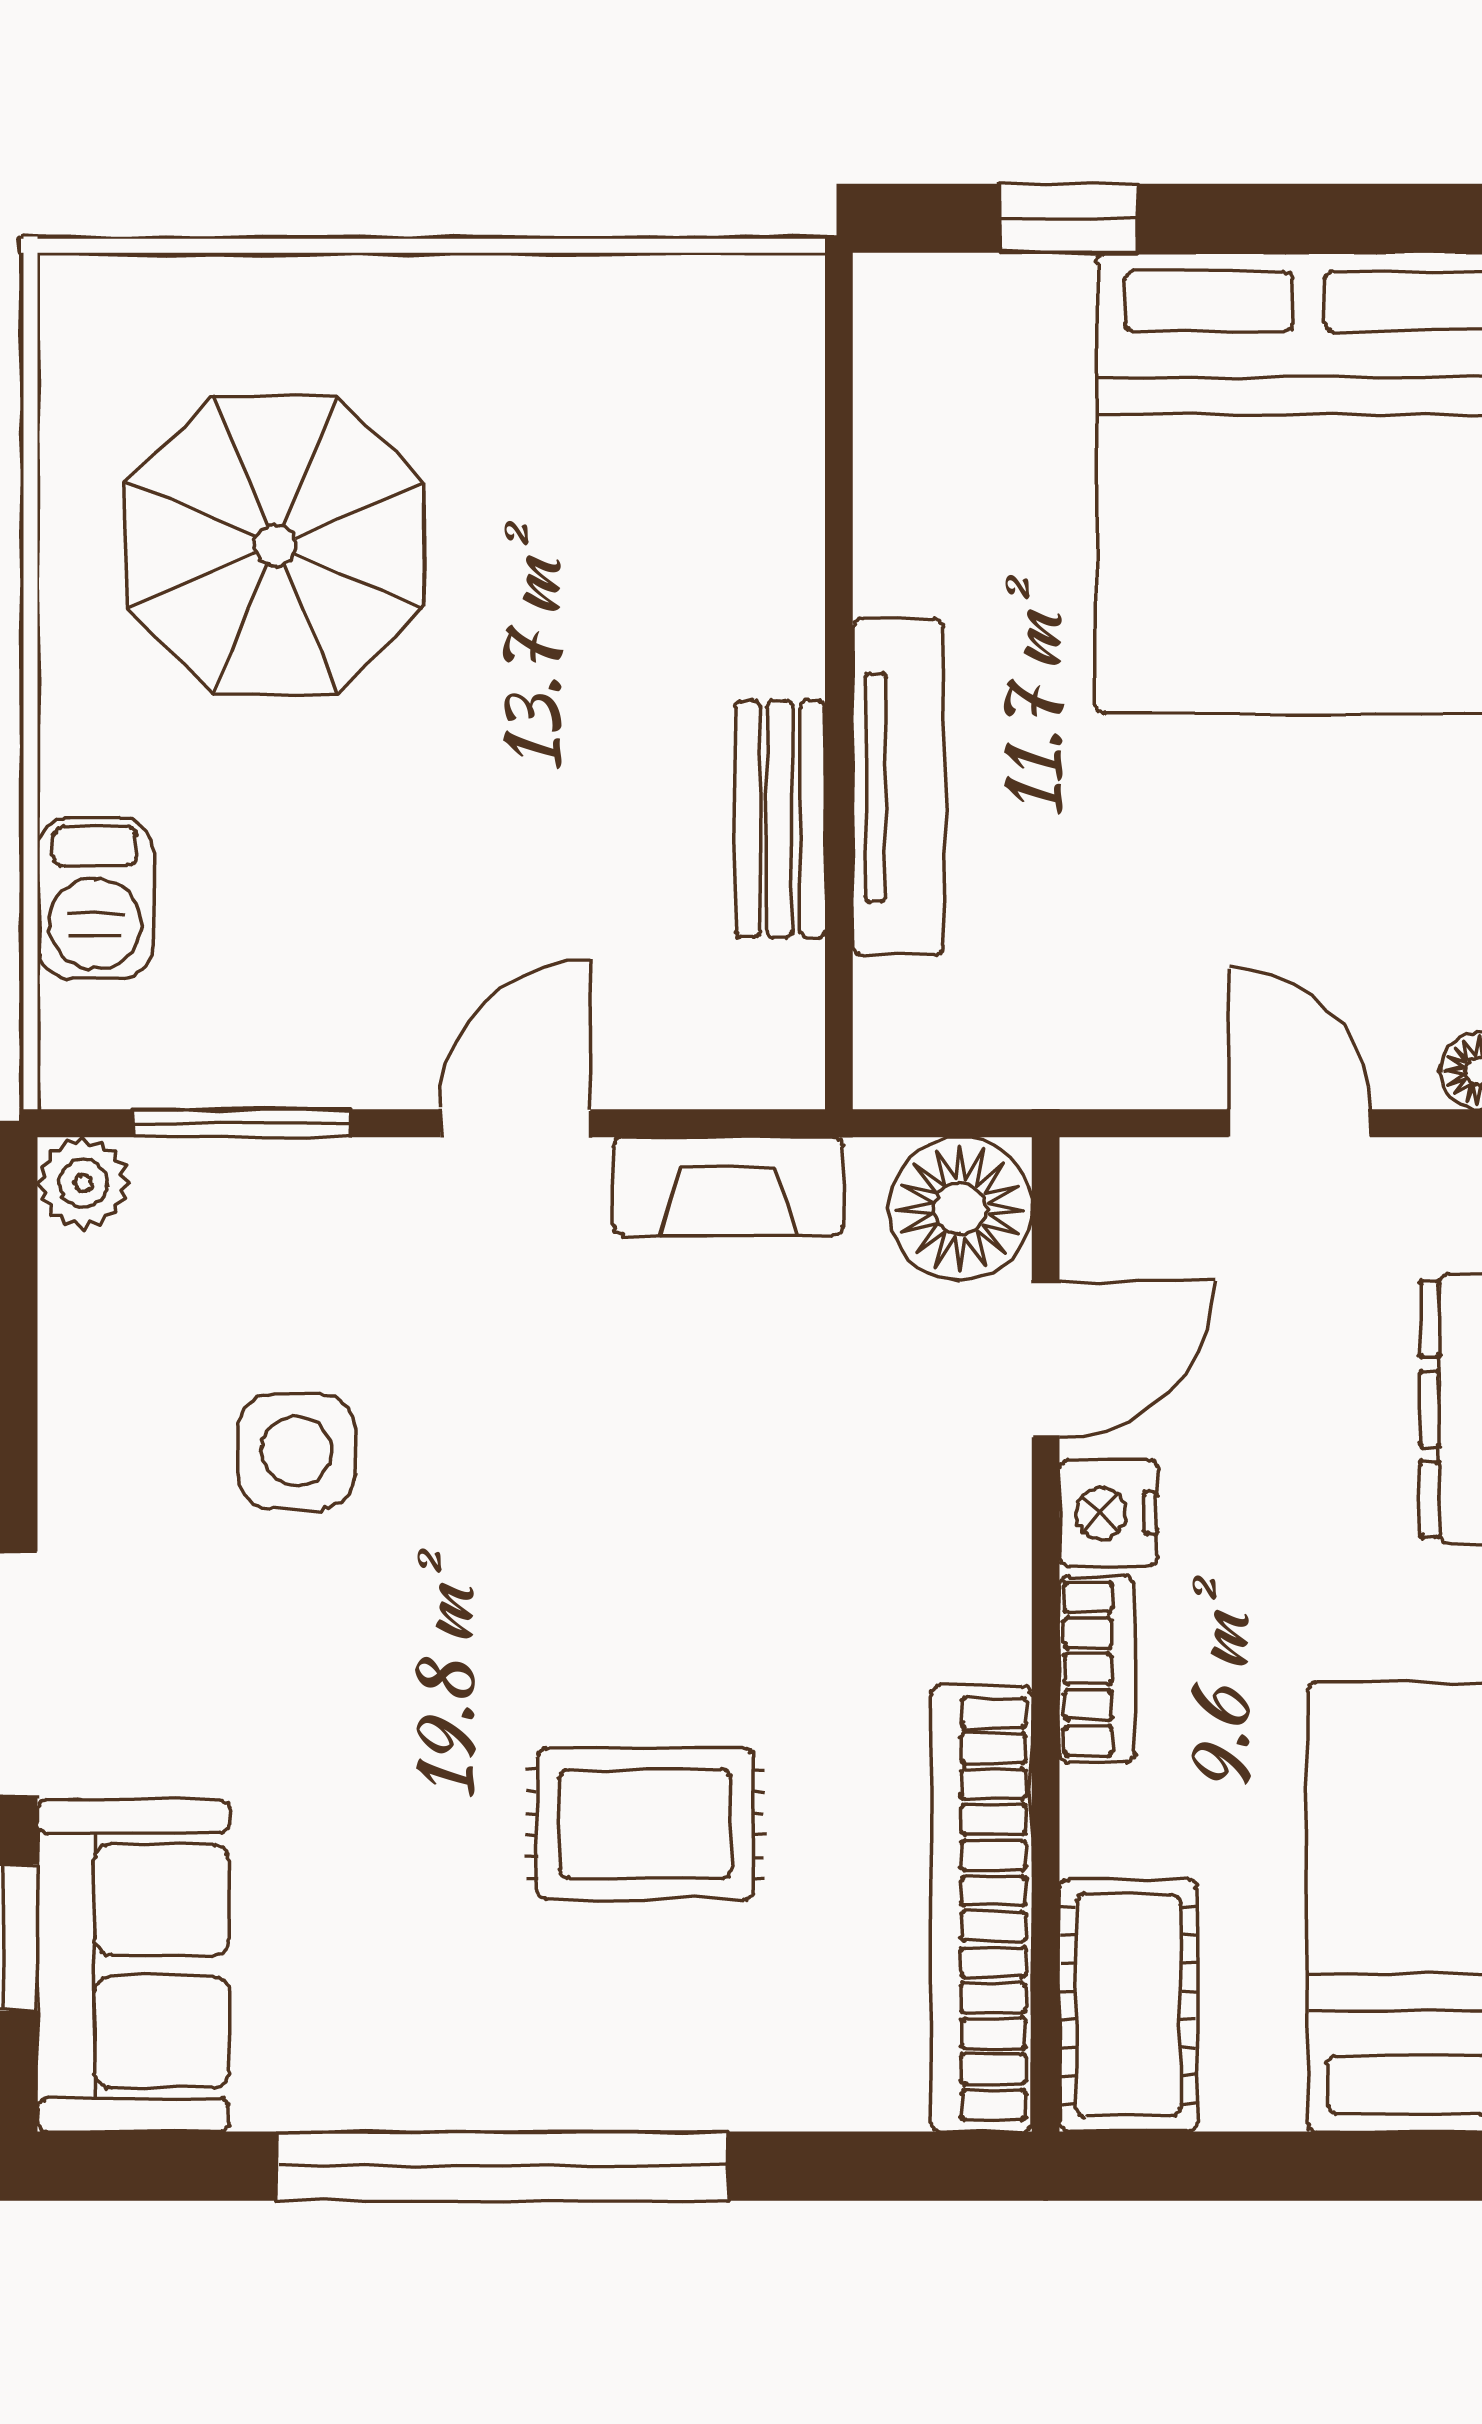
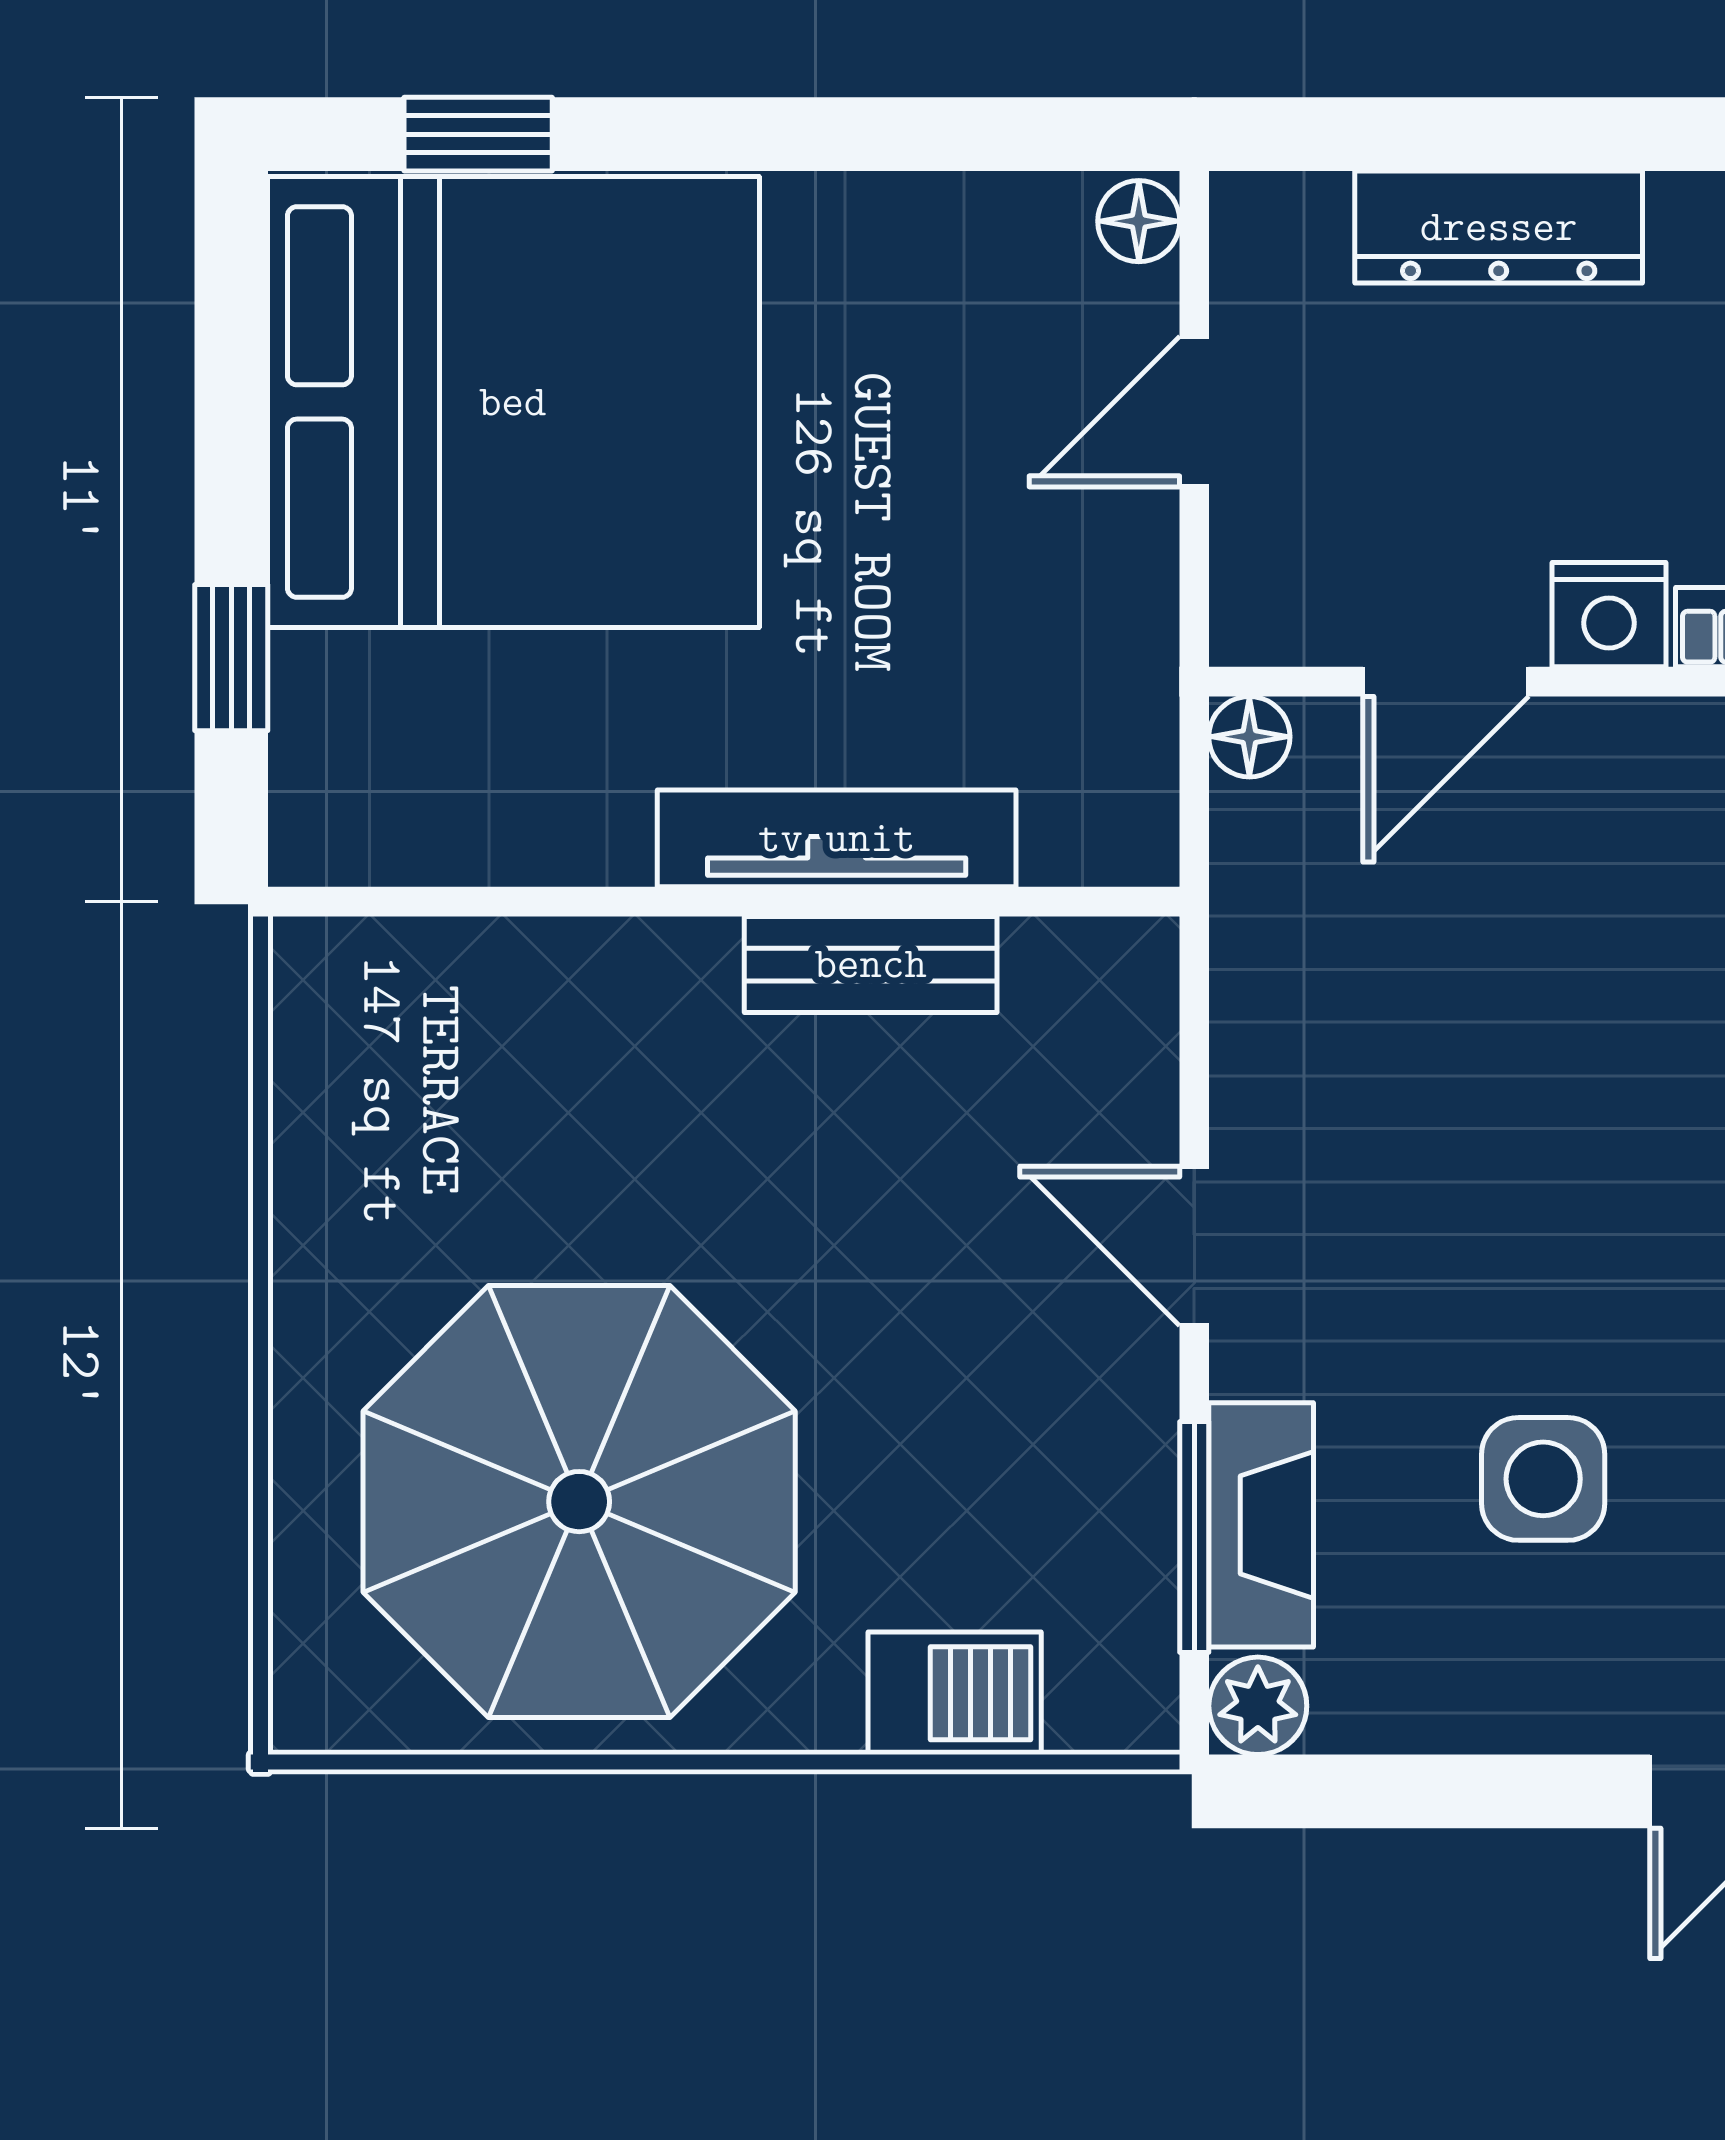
parasol: (275, 545) -> (579, 1502), width x1.36, depth x1.36
fireplace: (728, 1186) -> (1261, 1525), moved
floor lamp: (960, 1209) -> (1249, 737), width x0.53, depth x0.53
door: (1046, 1360) -> (1446, 682), swing flipped

